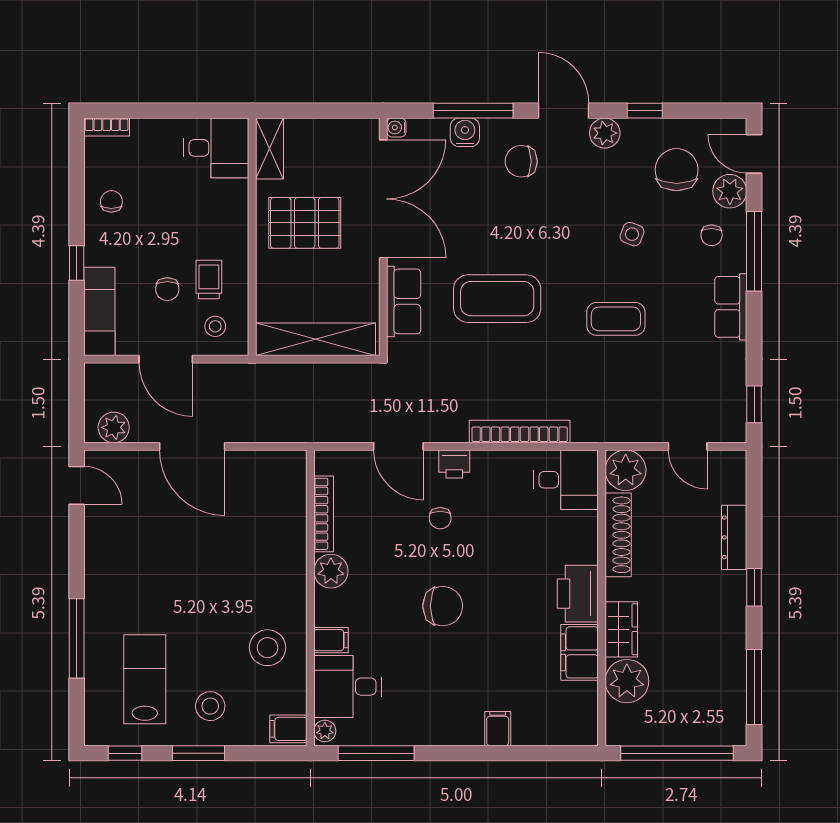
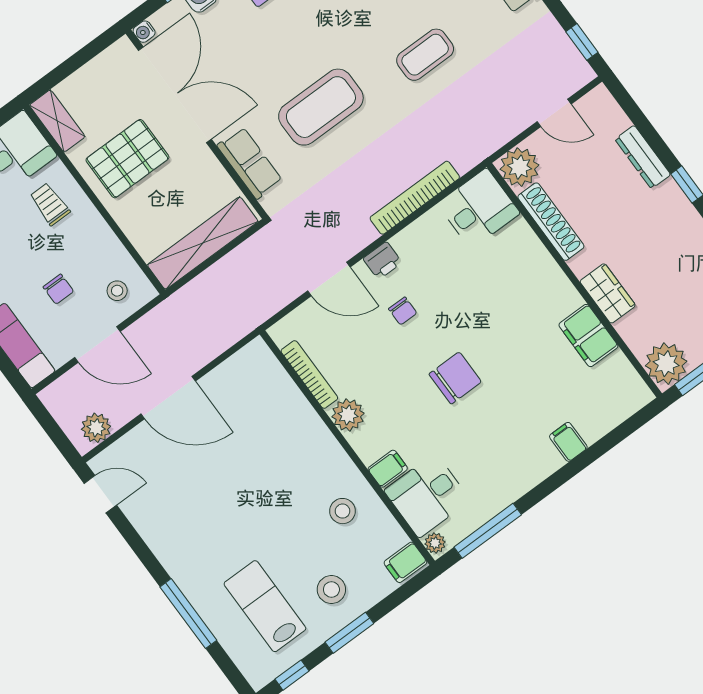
trolley: (209, 280) -> (50, 204), moved
printer: (578, 594) -> (553, 291), removed
stool: (268, 648) -> (343, 511), width x0.73, depth x0.73
plant: (627, 681) -> (666, 364), moved

